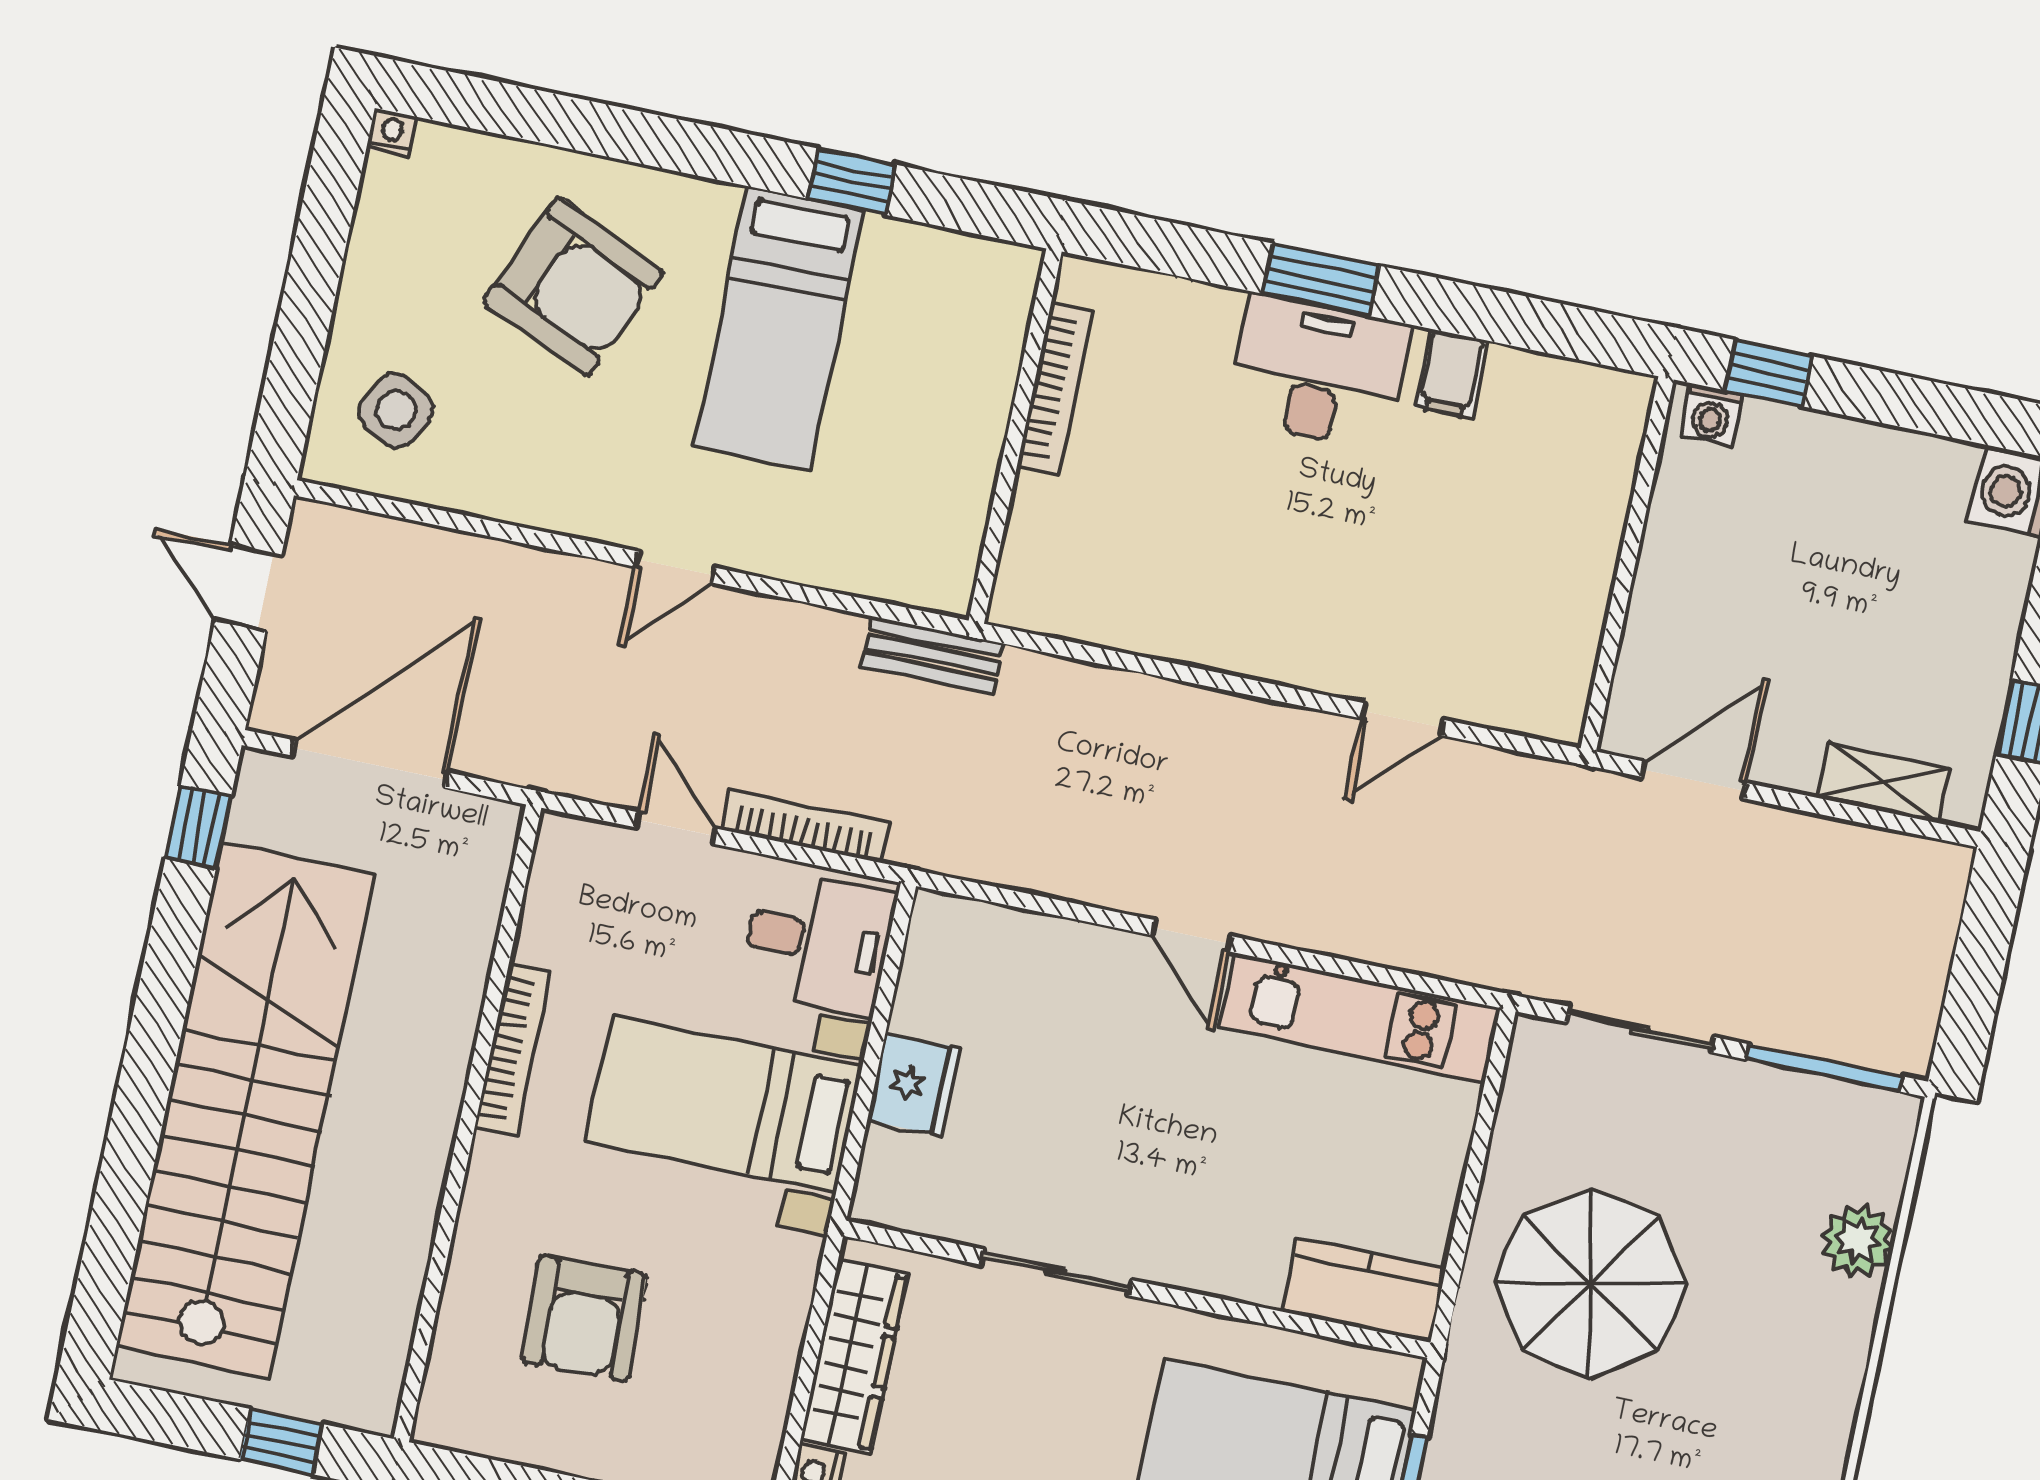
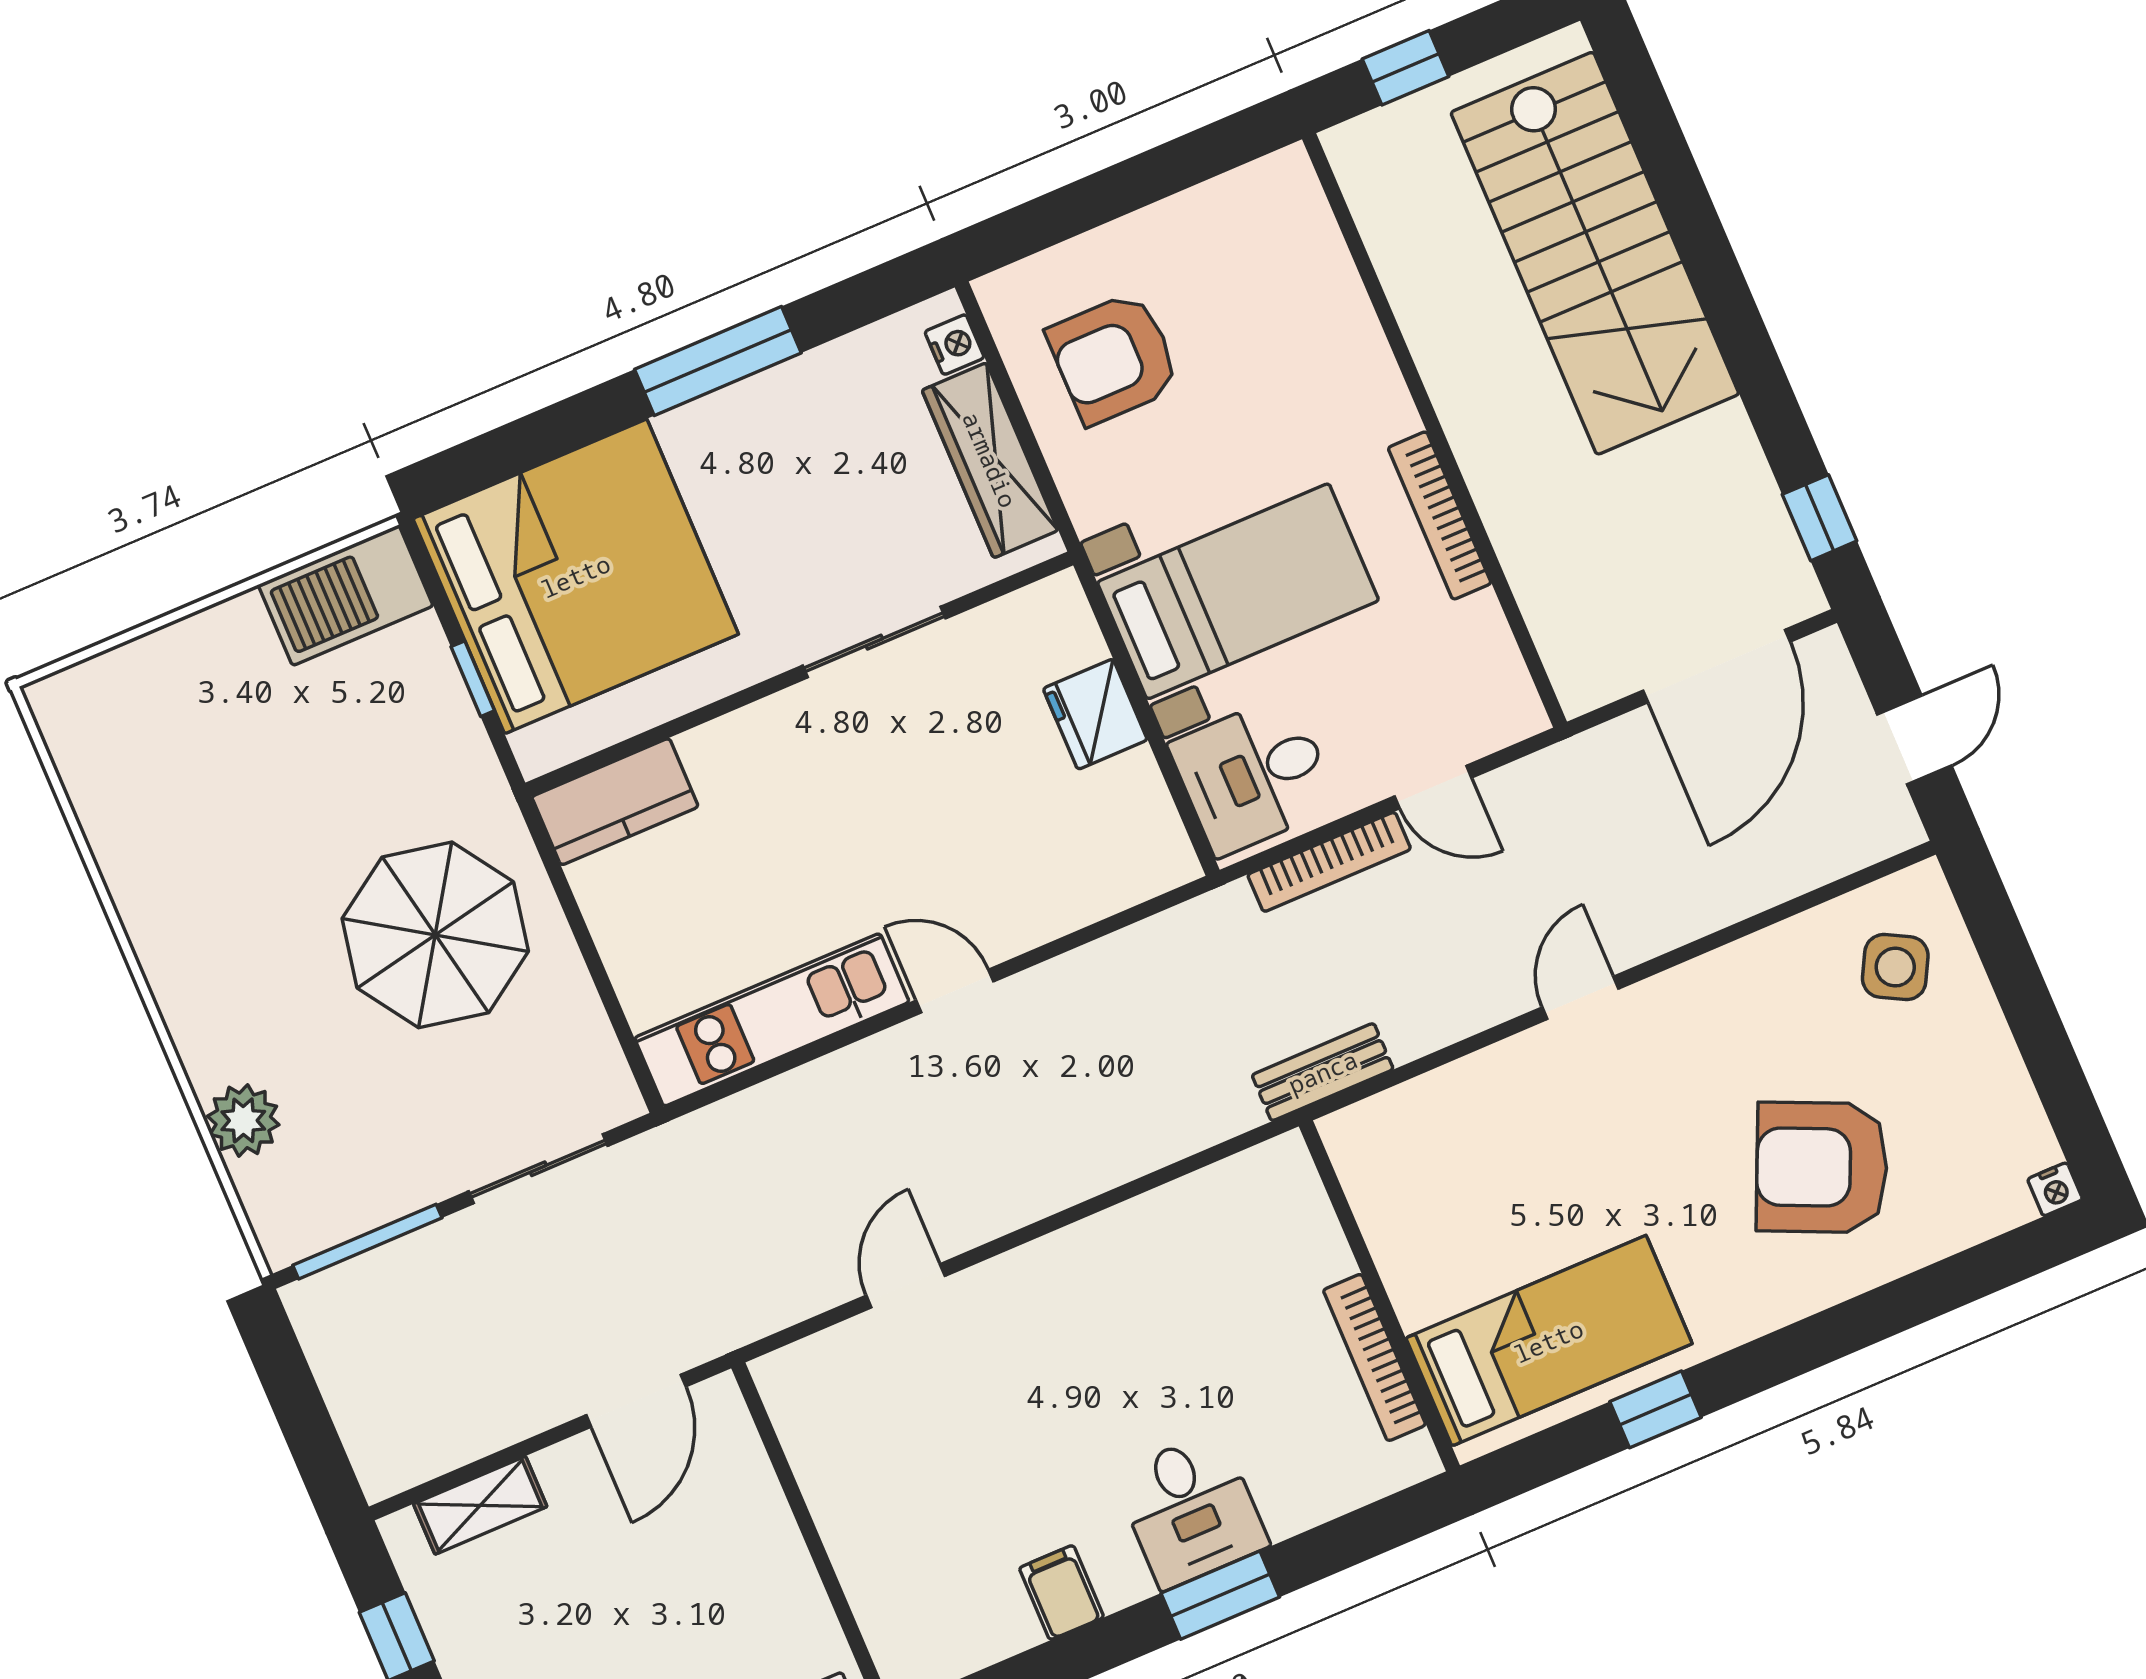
bed: (779, 328) -> (1549, 1341), moved, turned 90
desk: (1318, 372) -> (1191, 1510), width x0.73
door: (248, 588) -> (1914, 740), hinge flipped
stairs: (246, 1111) -> (1595, 253), width x0.73
armchair: (584, 1318) -> (1114, 358), moved, turned -88

